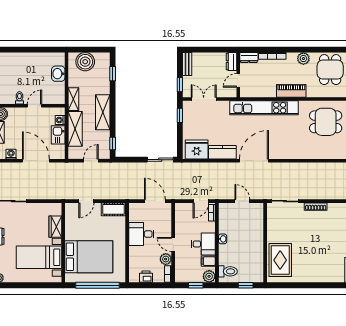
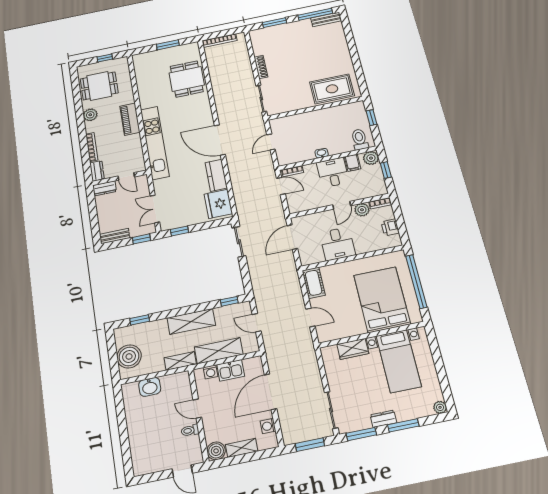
dining table: (326, 122) -> (187, 79), moved

